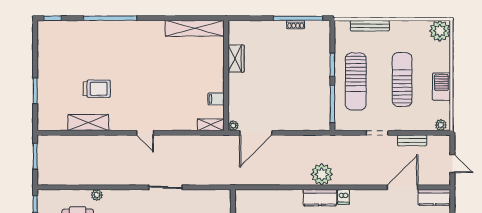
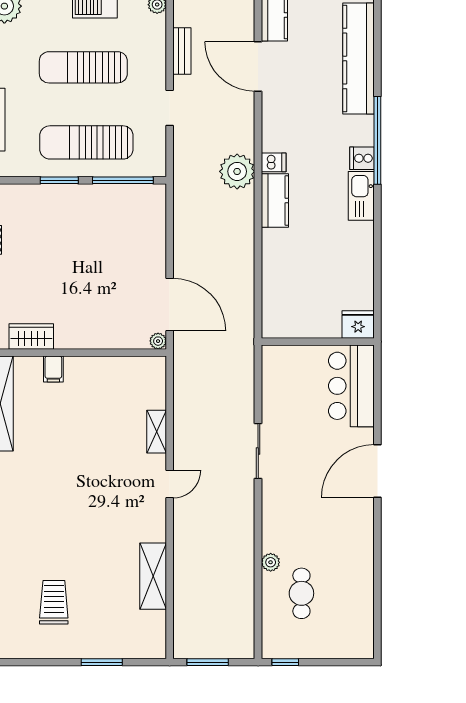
wardrobe: (236, 59) -> (31, 337), moved
sun lounger: (356, 81) -> (86, 142), turned 180
trolley: (97, 89) -> (54, 602), moved
filing cabinet: (216, 99) -> (53, 369), moved
shelving: (211, 125) -> (157, 432), moved
plant: (322, 174) -> (237, 171), moved

